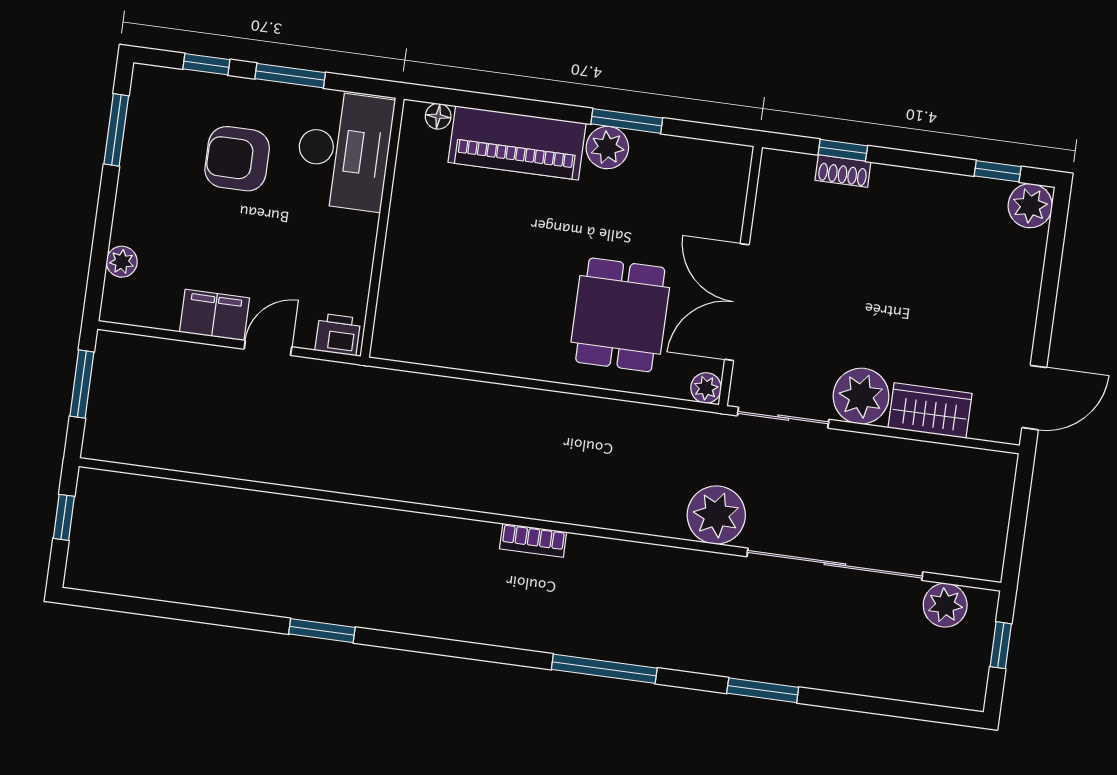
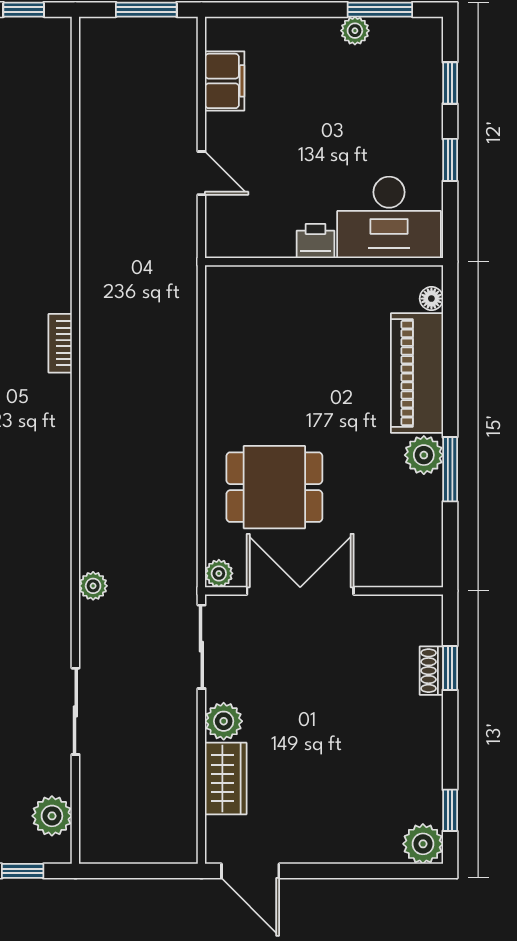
window: (290, 76) -> (450, 160), width x0.67
armchair: (237, 159) -> (369, 122), removed
plant: (122, 262) -> (355, 31), moved
filing cabinet: (215, 315) -> (225, 81), moved
printer: (338, 334) -> (315, 241), moved, turned -90
plant: (861, 396) -> (224, 721), width x0.73, depth x0.73
plant: (716, 515) -> (93, 586), width x0.53, depth x0.53
bookcase: (533, 540) -> (60, 343), moved
sliding door: (835, 564) -> (75, 711), width x0.54

